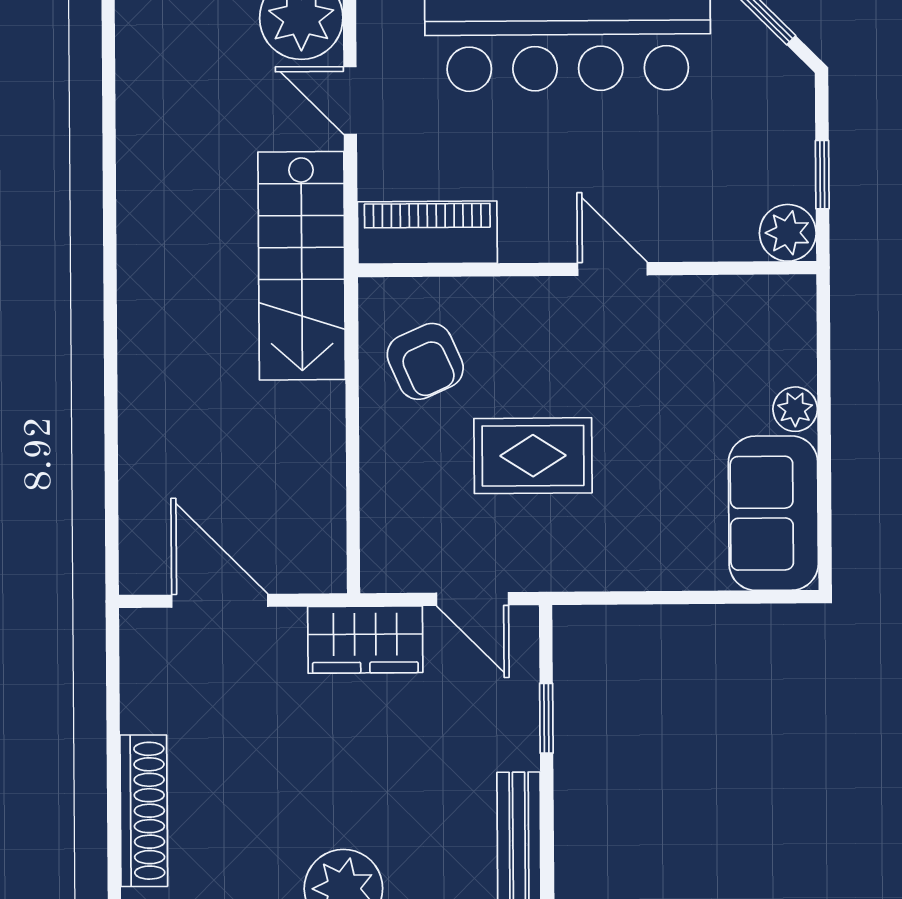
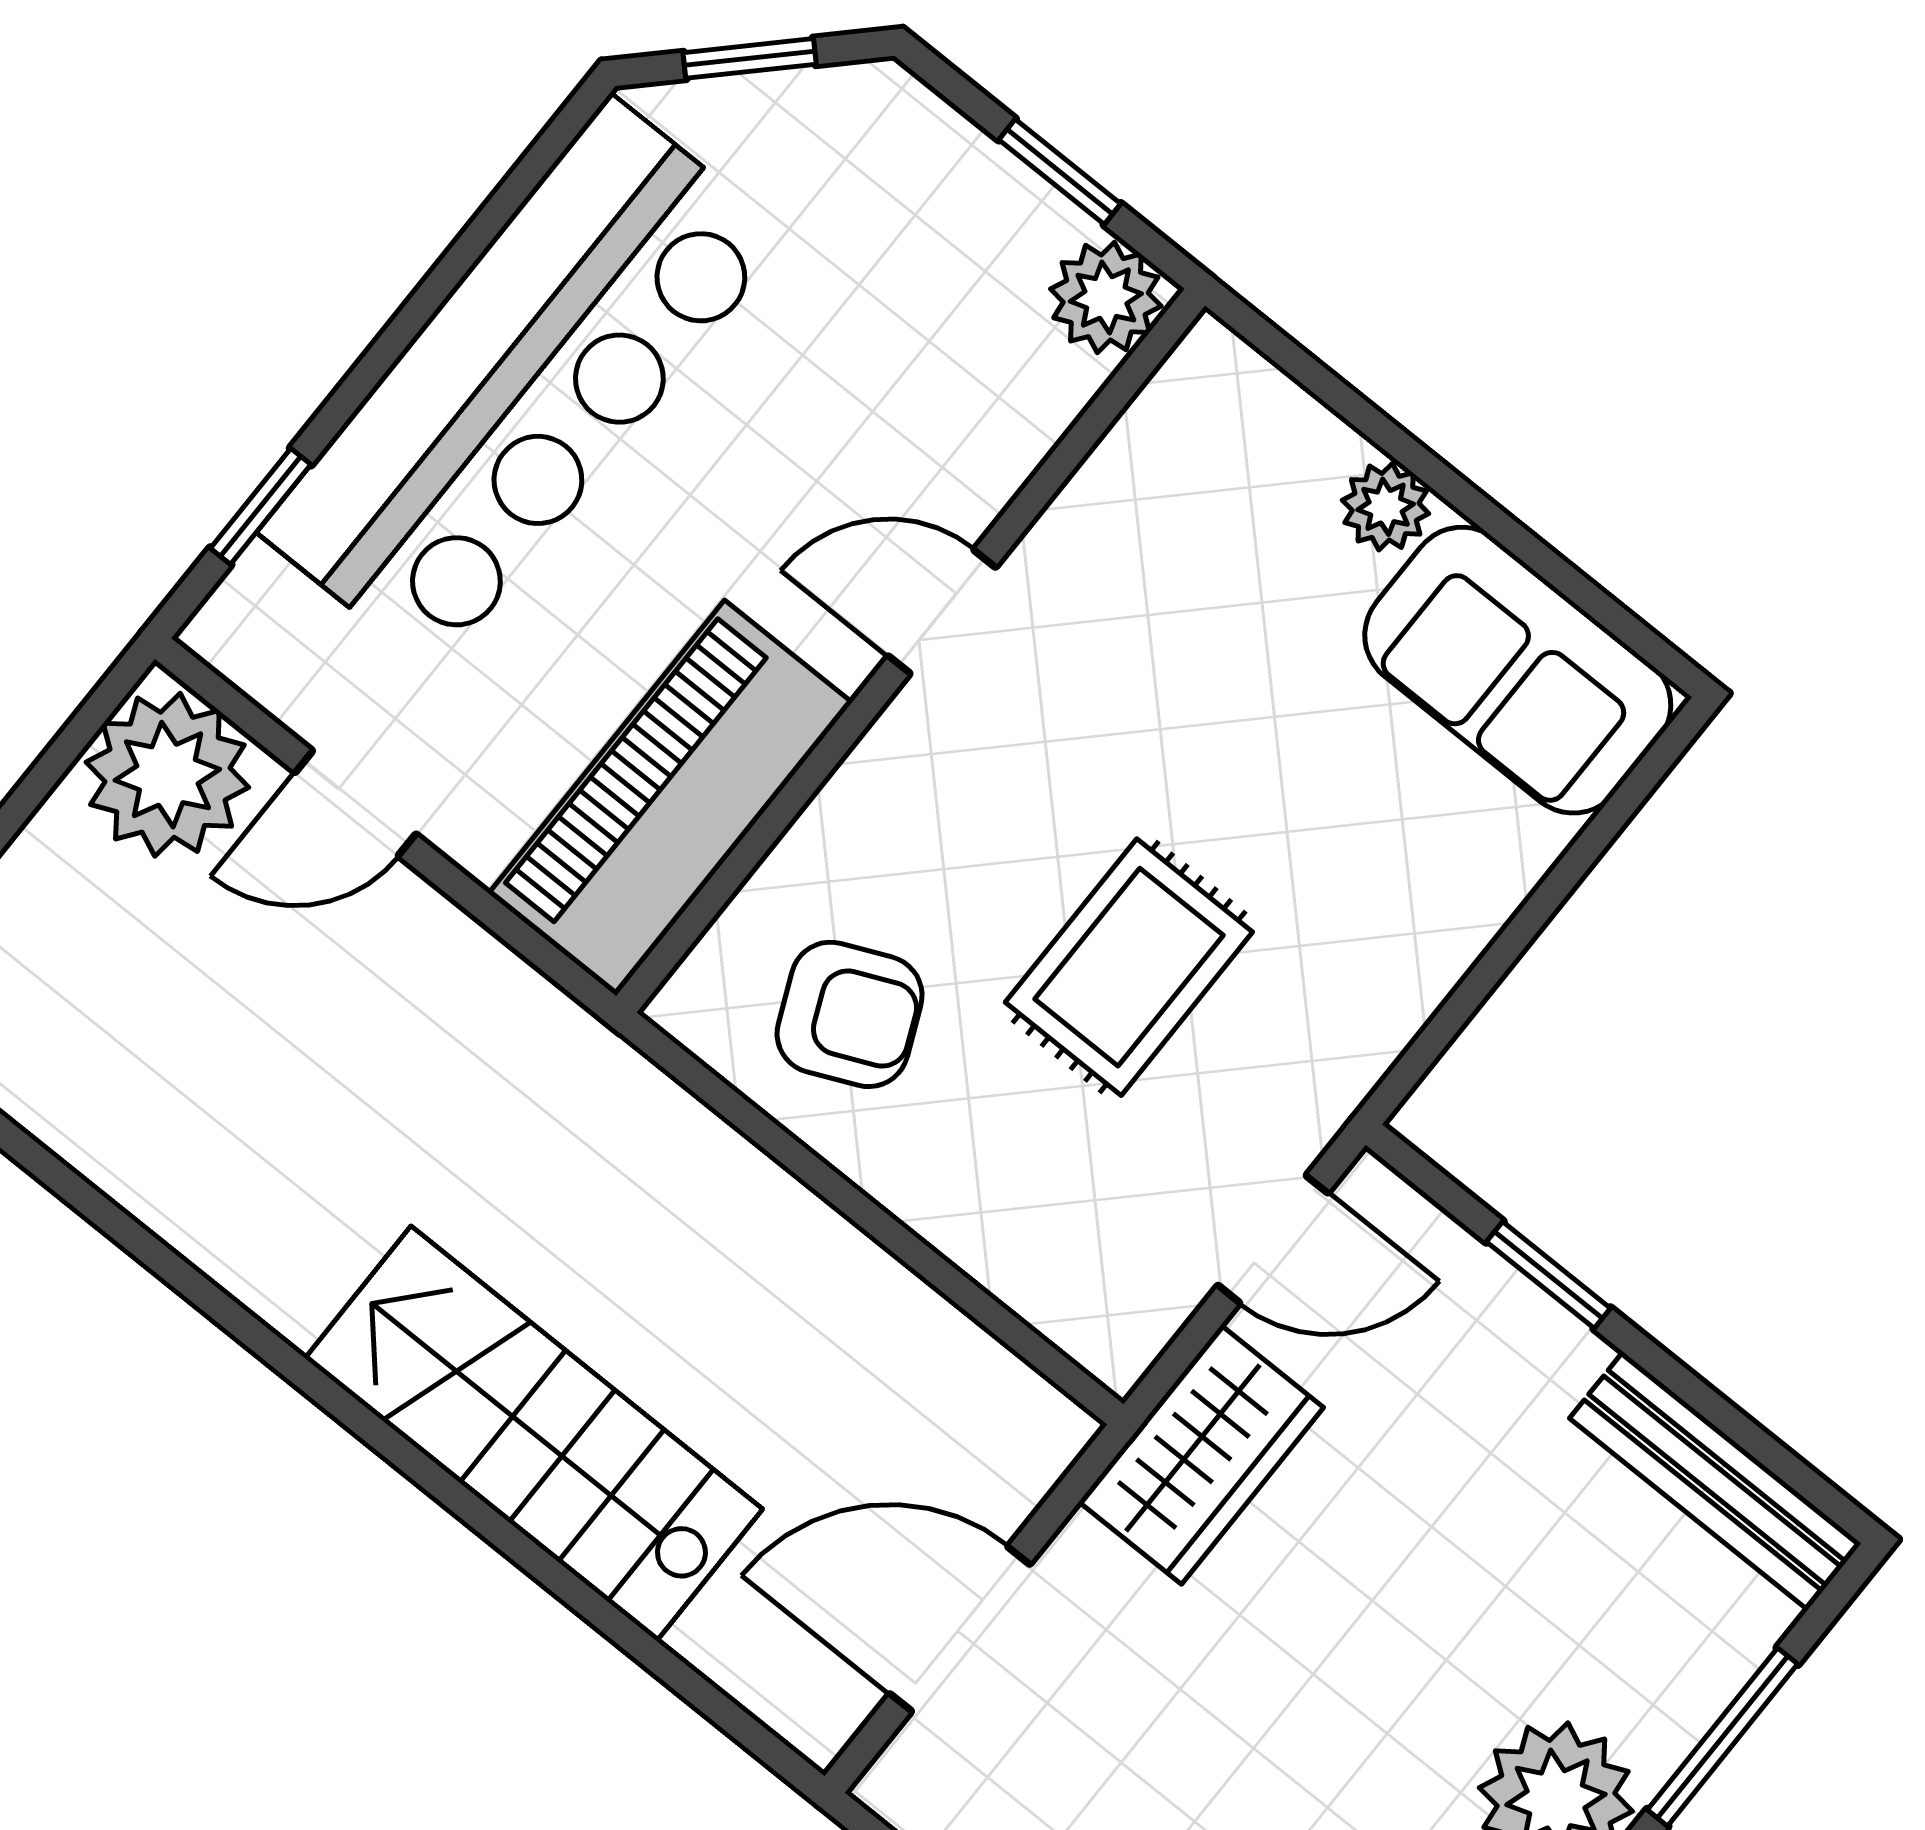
piano: (427, 232) -> (670, 798), width x1.37, depth x1.33
stairs: (302, 266) -> (534, 1434), moved, turned 180

